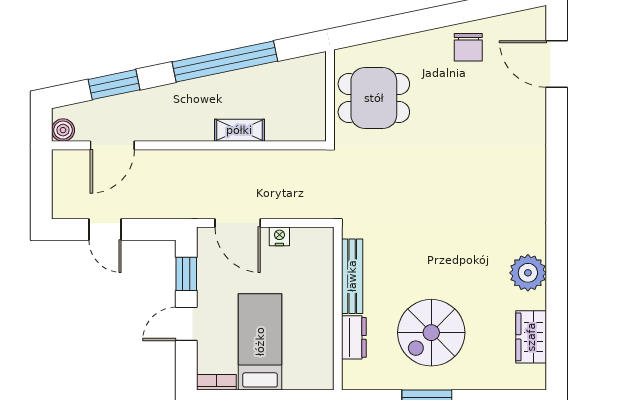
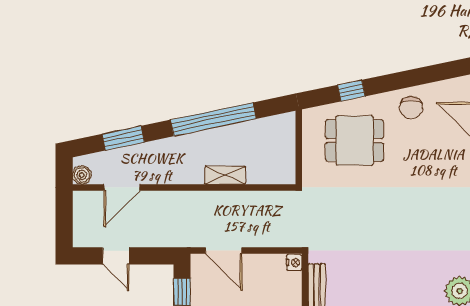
window: (395, 26) -> (351, 91), added
dining table: (374, 98) -> (355, 141), moved
nightstand: (279, 236) -> (294, 262), moved, turned 90

